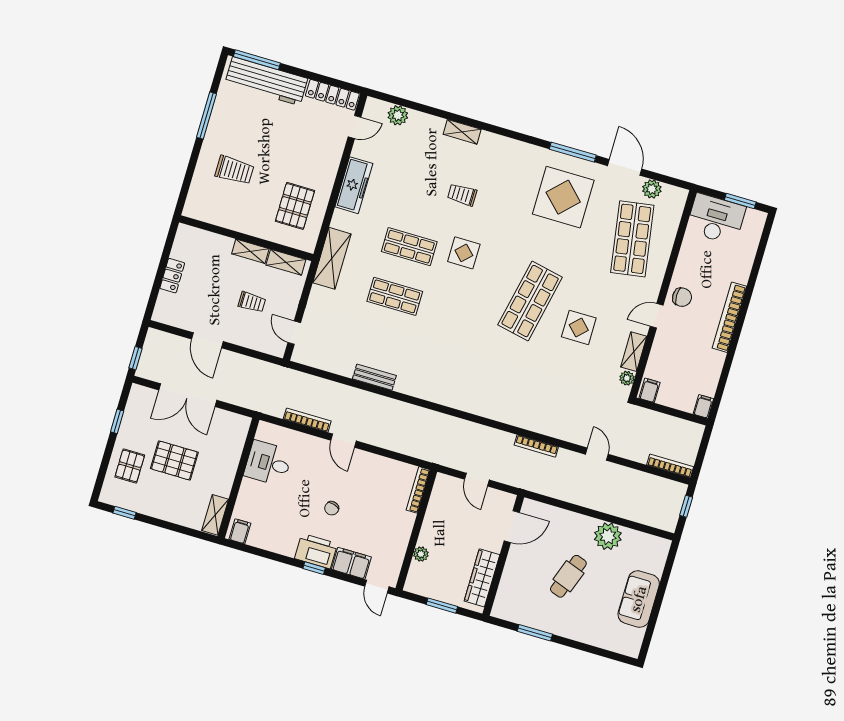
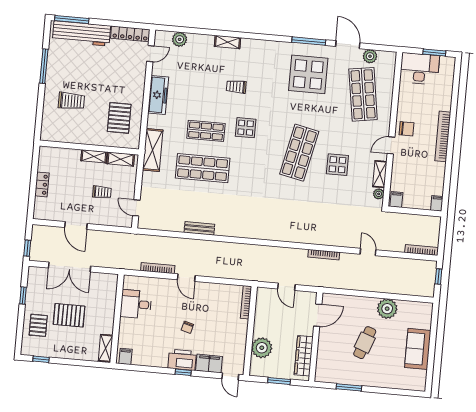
shop shelf: (395, 296) -> (203, 168), width x1.43, depth x1.36
plant: (421, 554) -> (262, 348), width x1.88, depth x1.88

